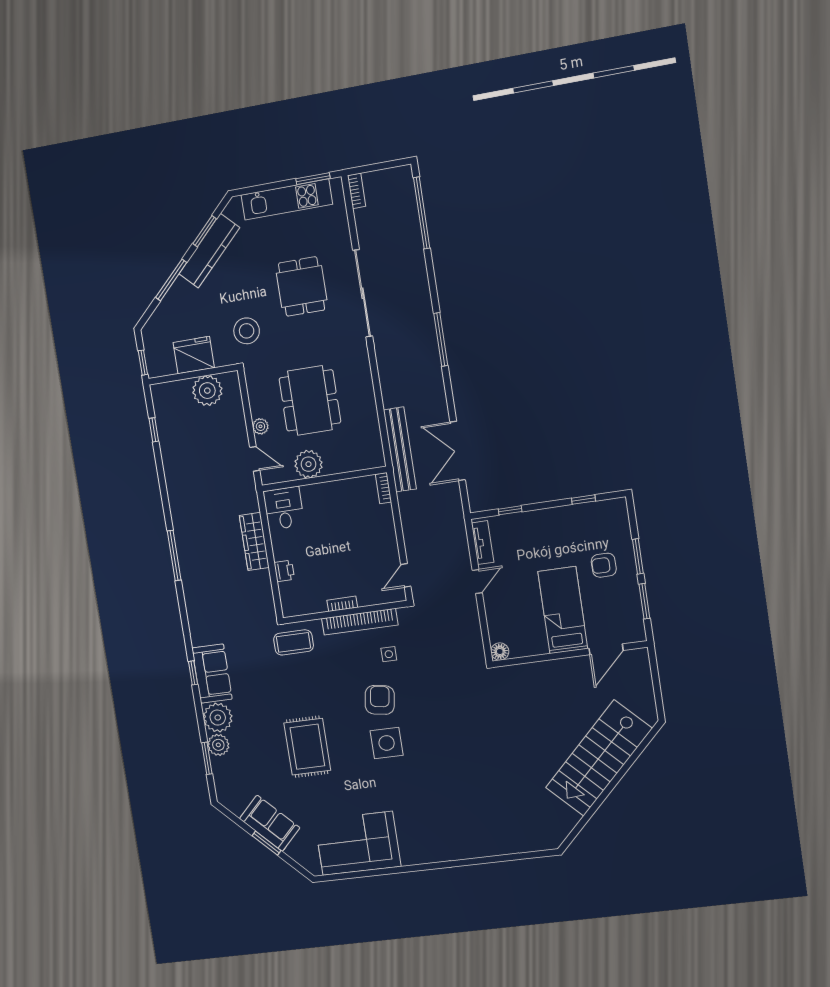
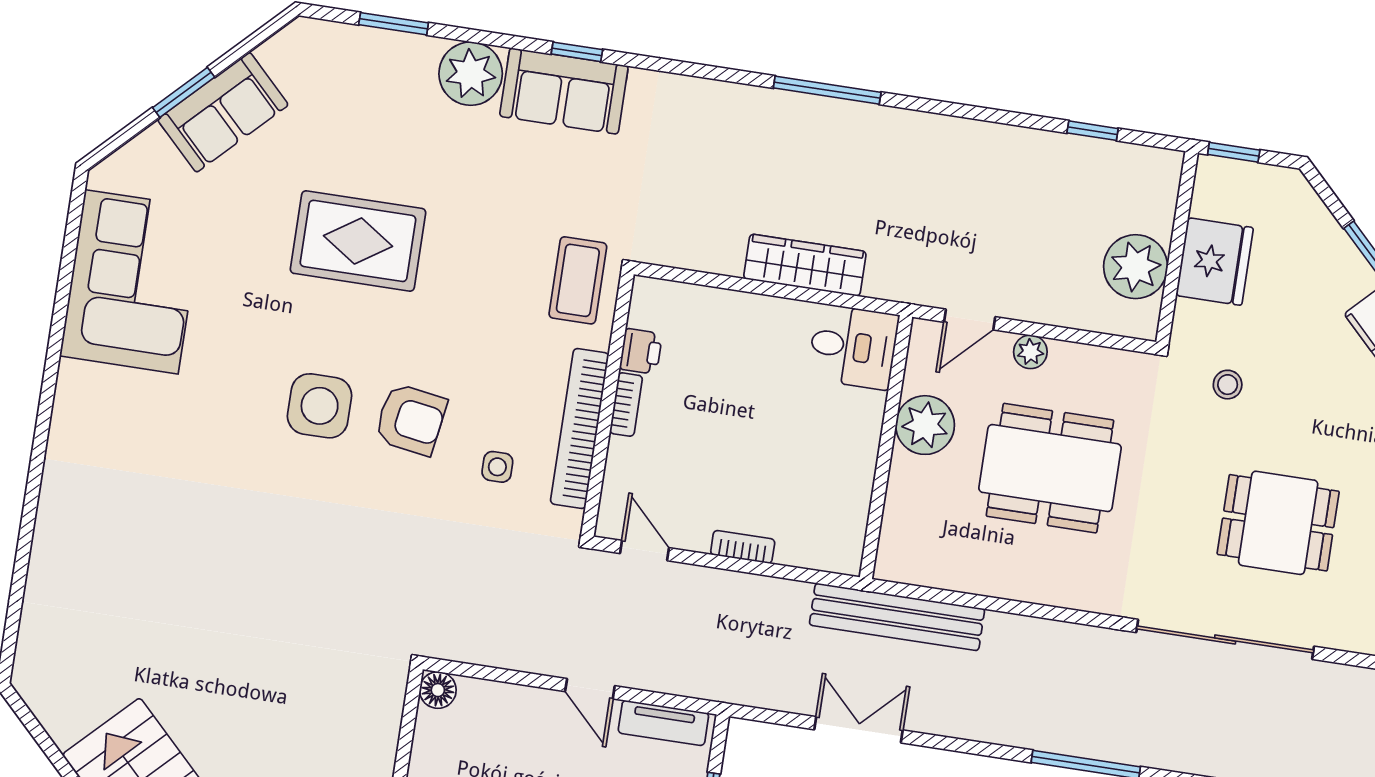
stool: (247, 331) -> (1228, 385), width x0.53, depth x0.53
double door: (458, 451) -> (858, 730), width x0.73
bookcase: (383, 488) -> (743, 547), moved
printer: (284, 571) -> (641, 351), moved, turned -90
plant: (218, 745) -> (414, 57), removed

